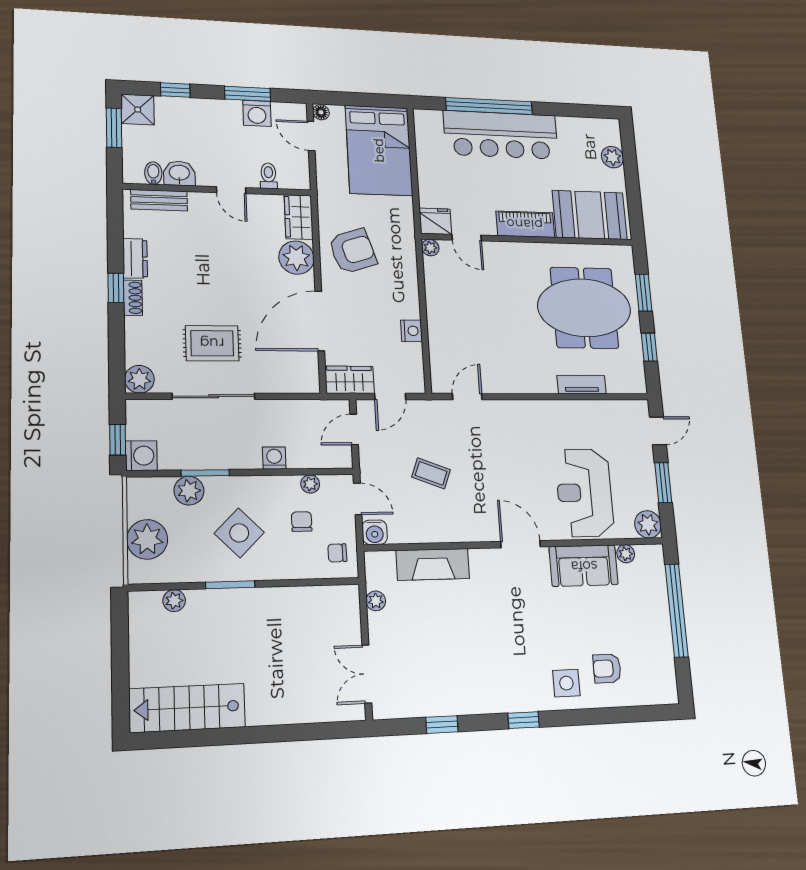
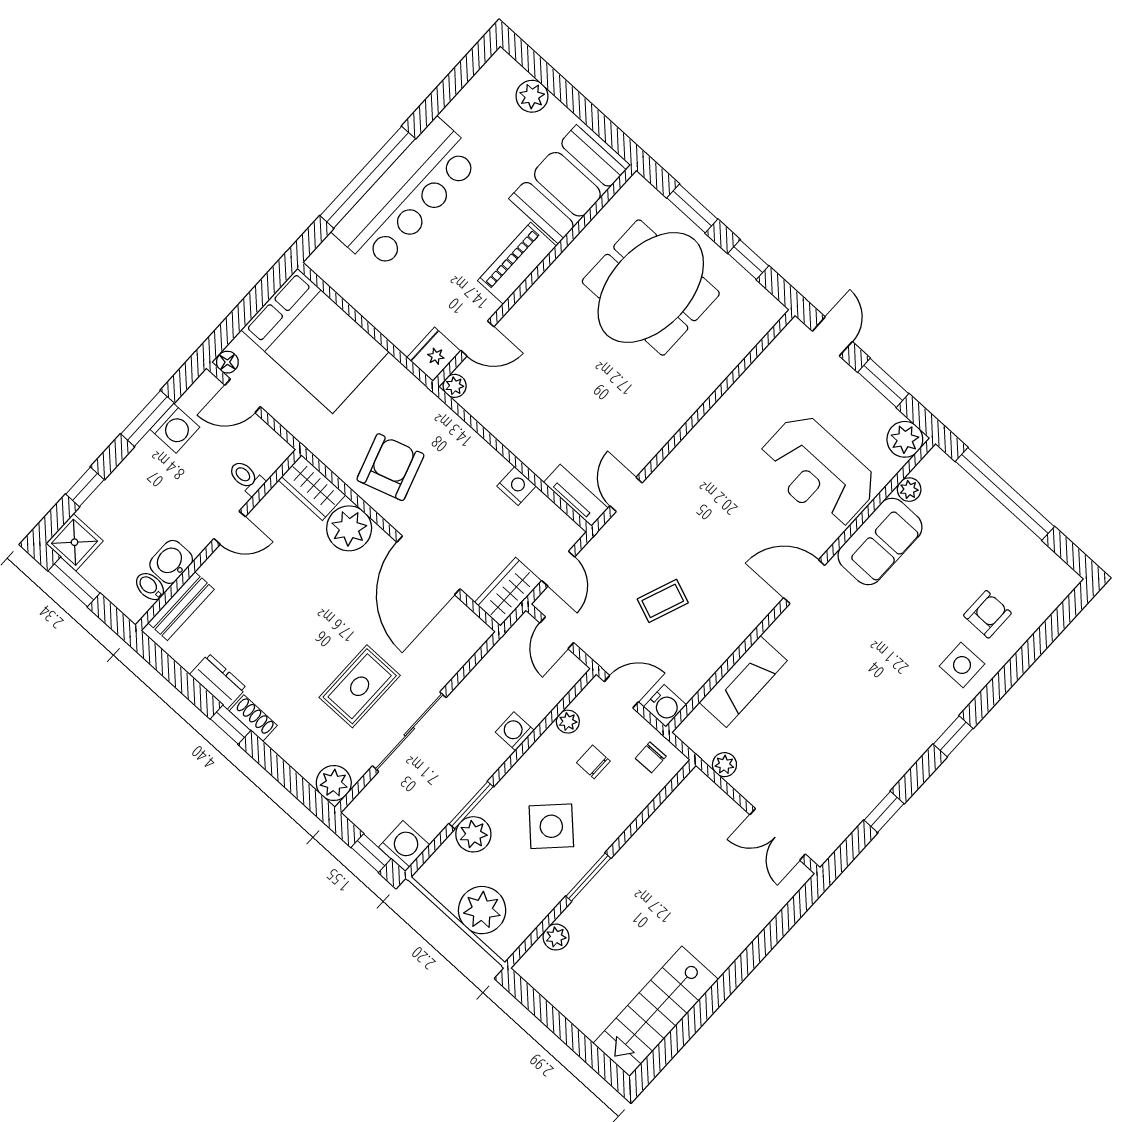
tv unit: (582, 385) -> (576, 495), moved, turned 90
armchair: (607, 668) -> (987, 614), turned 180

